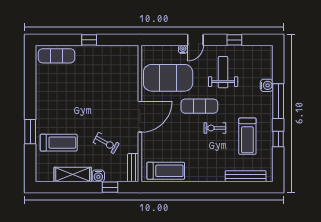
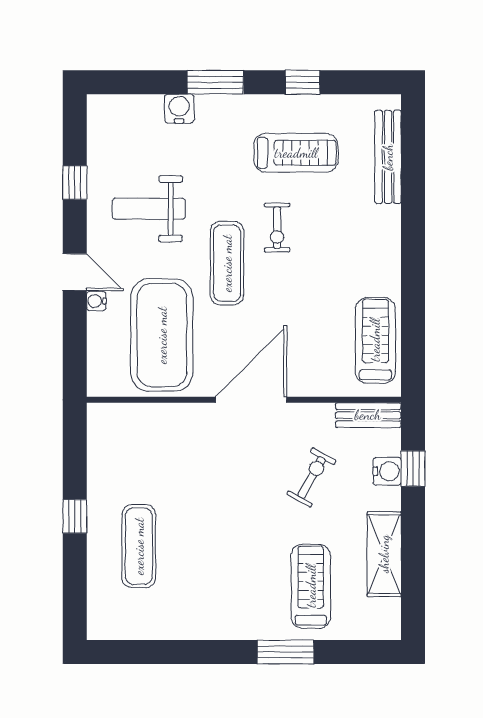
exercise mat: (56, 56) -> (139, 546), moved
window: (278, 101) -> (215, 82), width x0.69
door: (140, 117) -> (251, 400), hinge flipped
water cooler: (98, 176) -> (387, 471), moved

